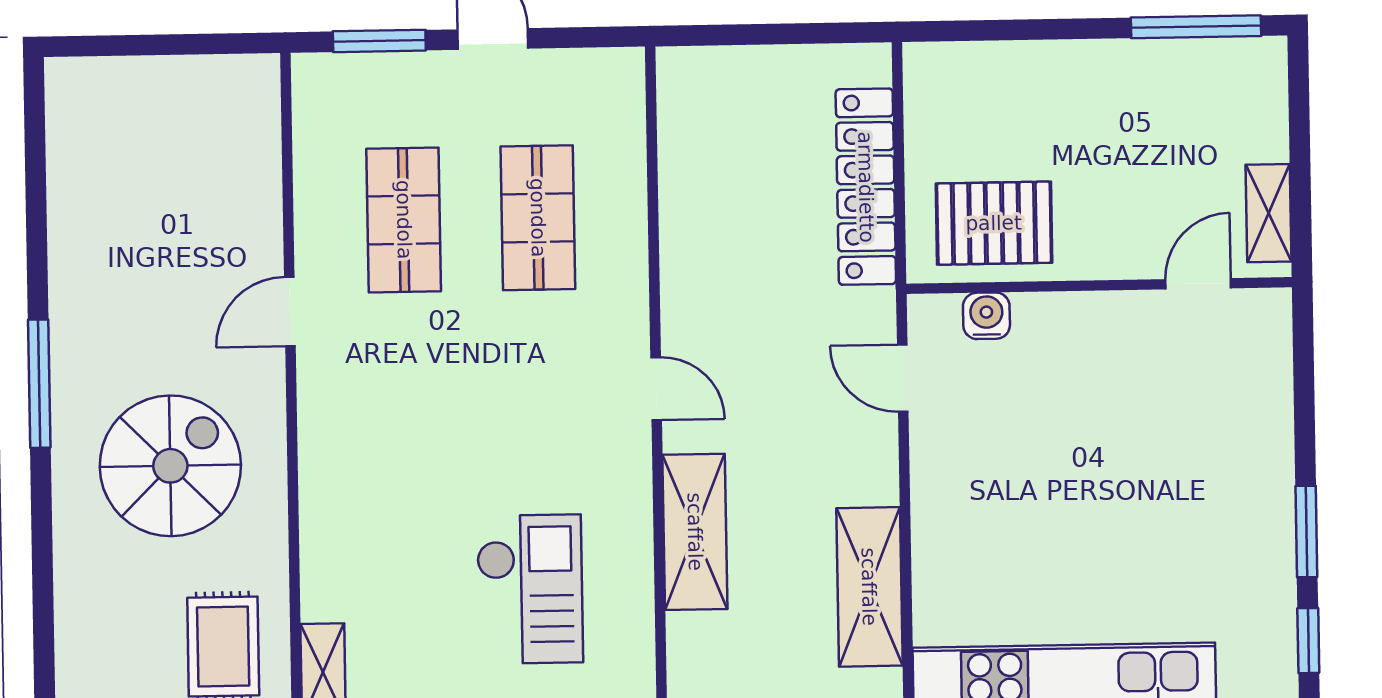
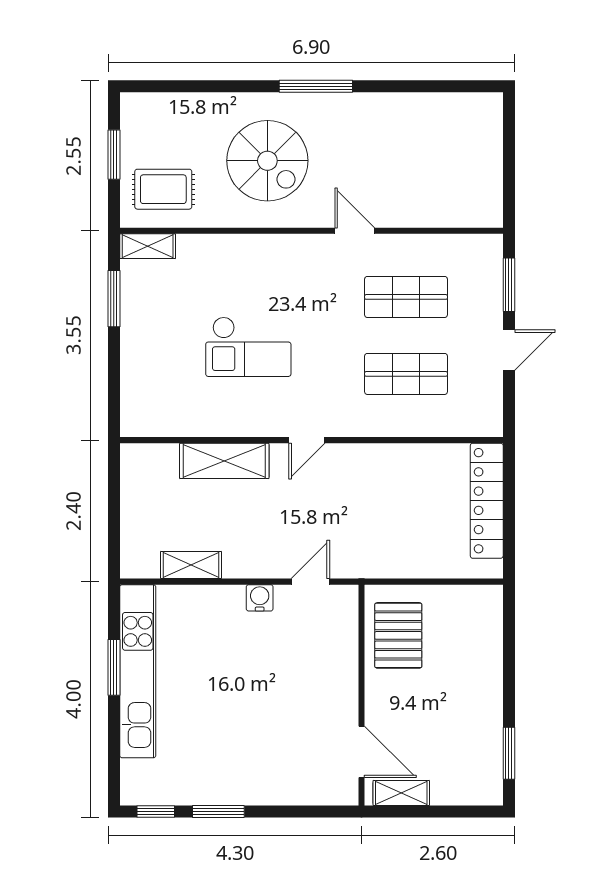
window: (1196, 27) -> (509, 753), width x0.69
locker: (866, 187) -> (487, 501), moved, turned -90
door: (1198, 284) -> (362, 752), width x1.38
water cooler: (986, 316) -> (260, 598), moved, turned -90
shelving: (869, 587) -> (191, 565), width x0.67, depth x0.75
checkout: (530, 589) -> (248, 347), moved

